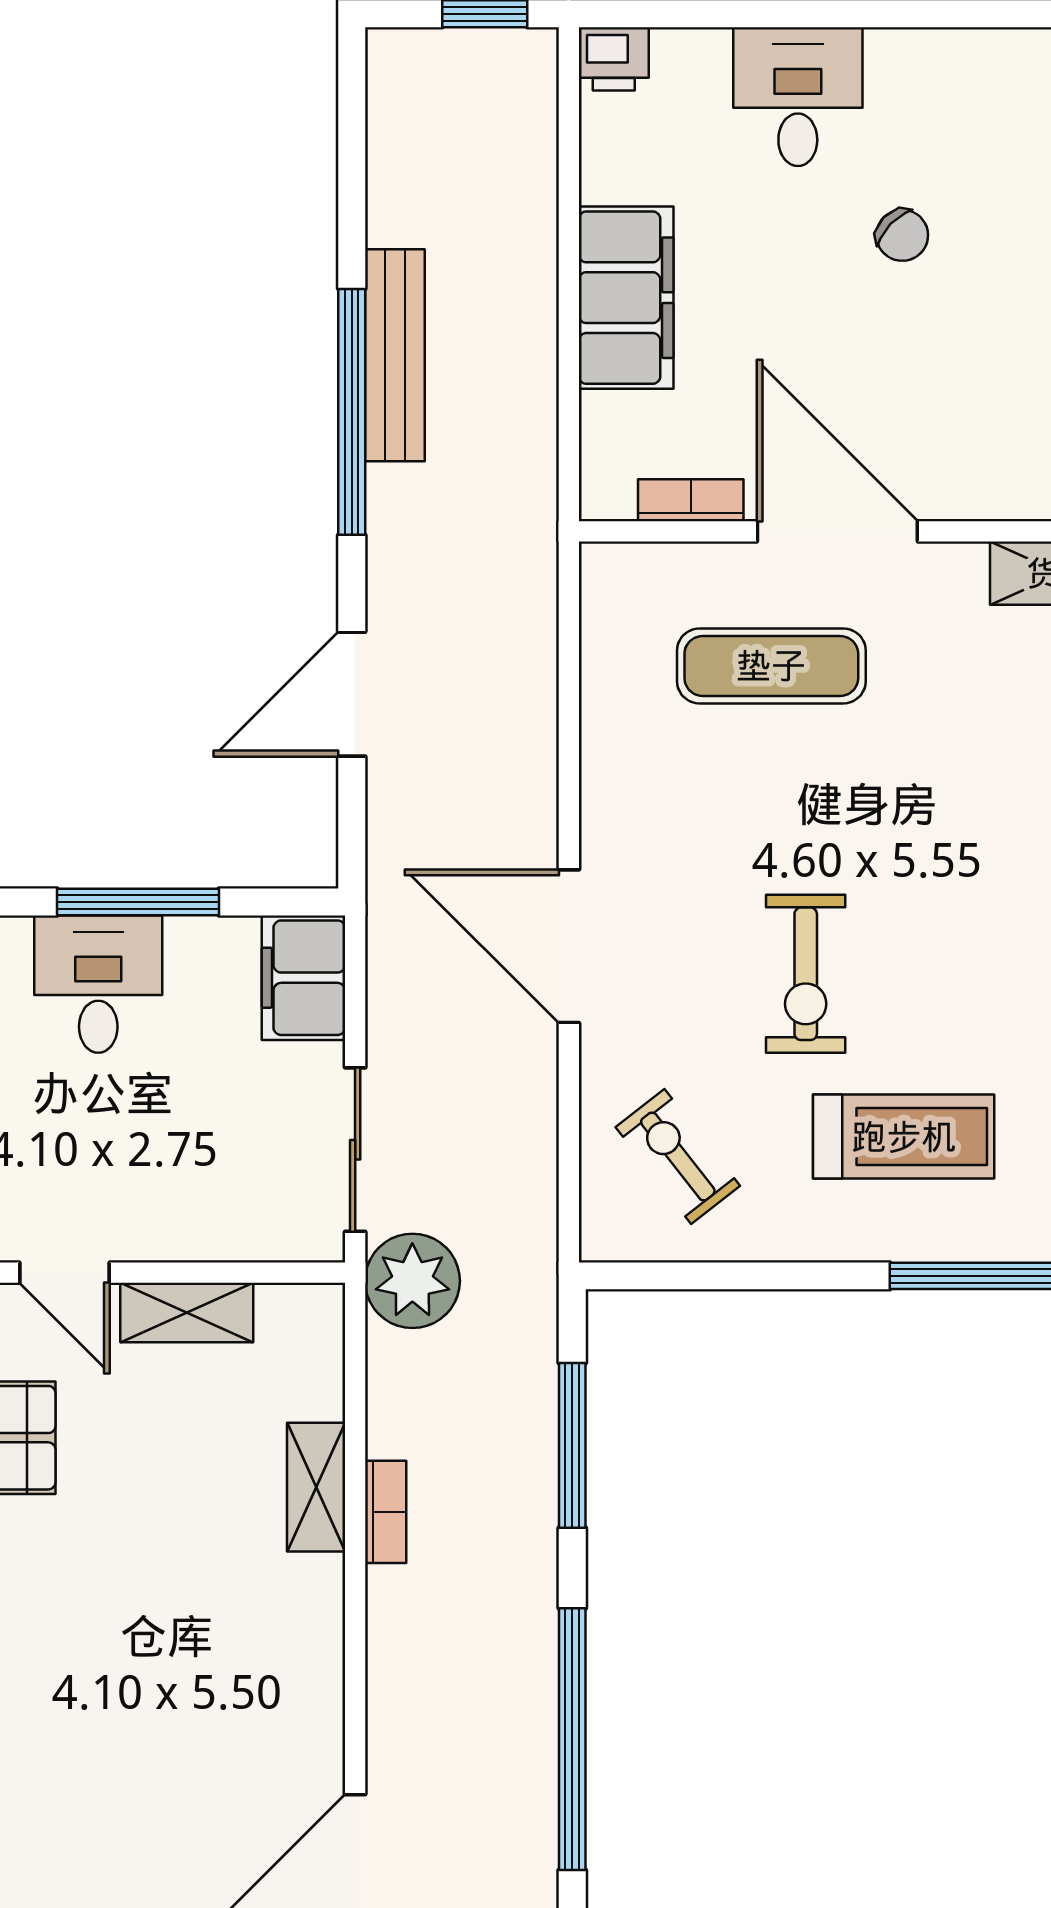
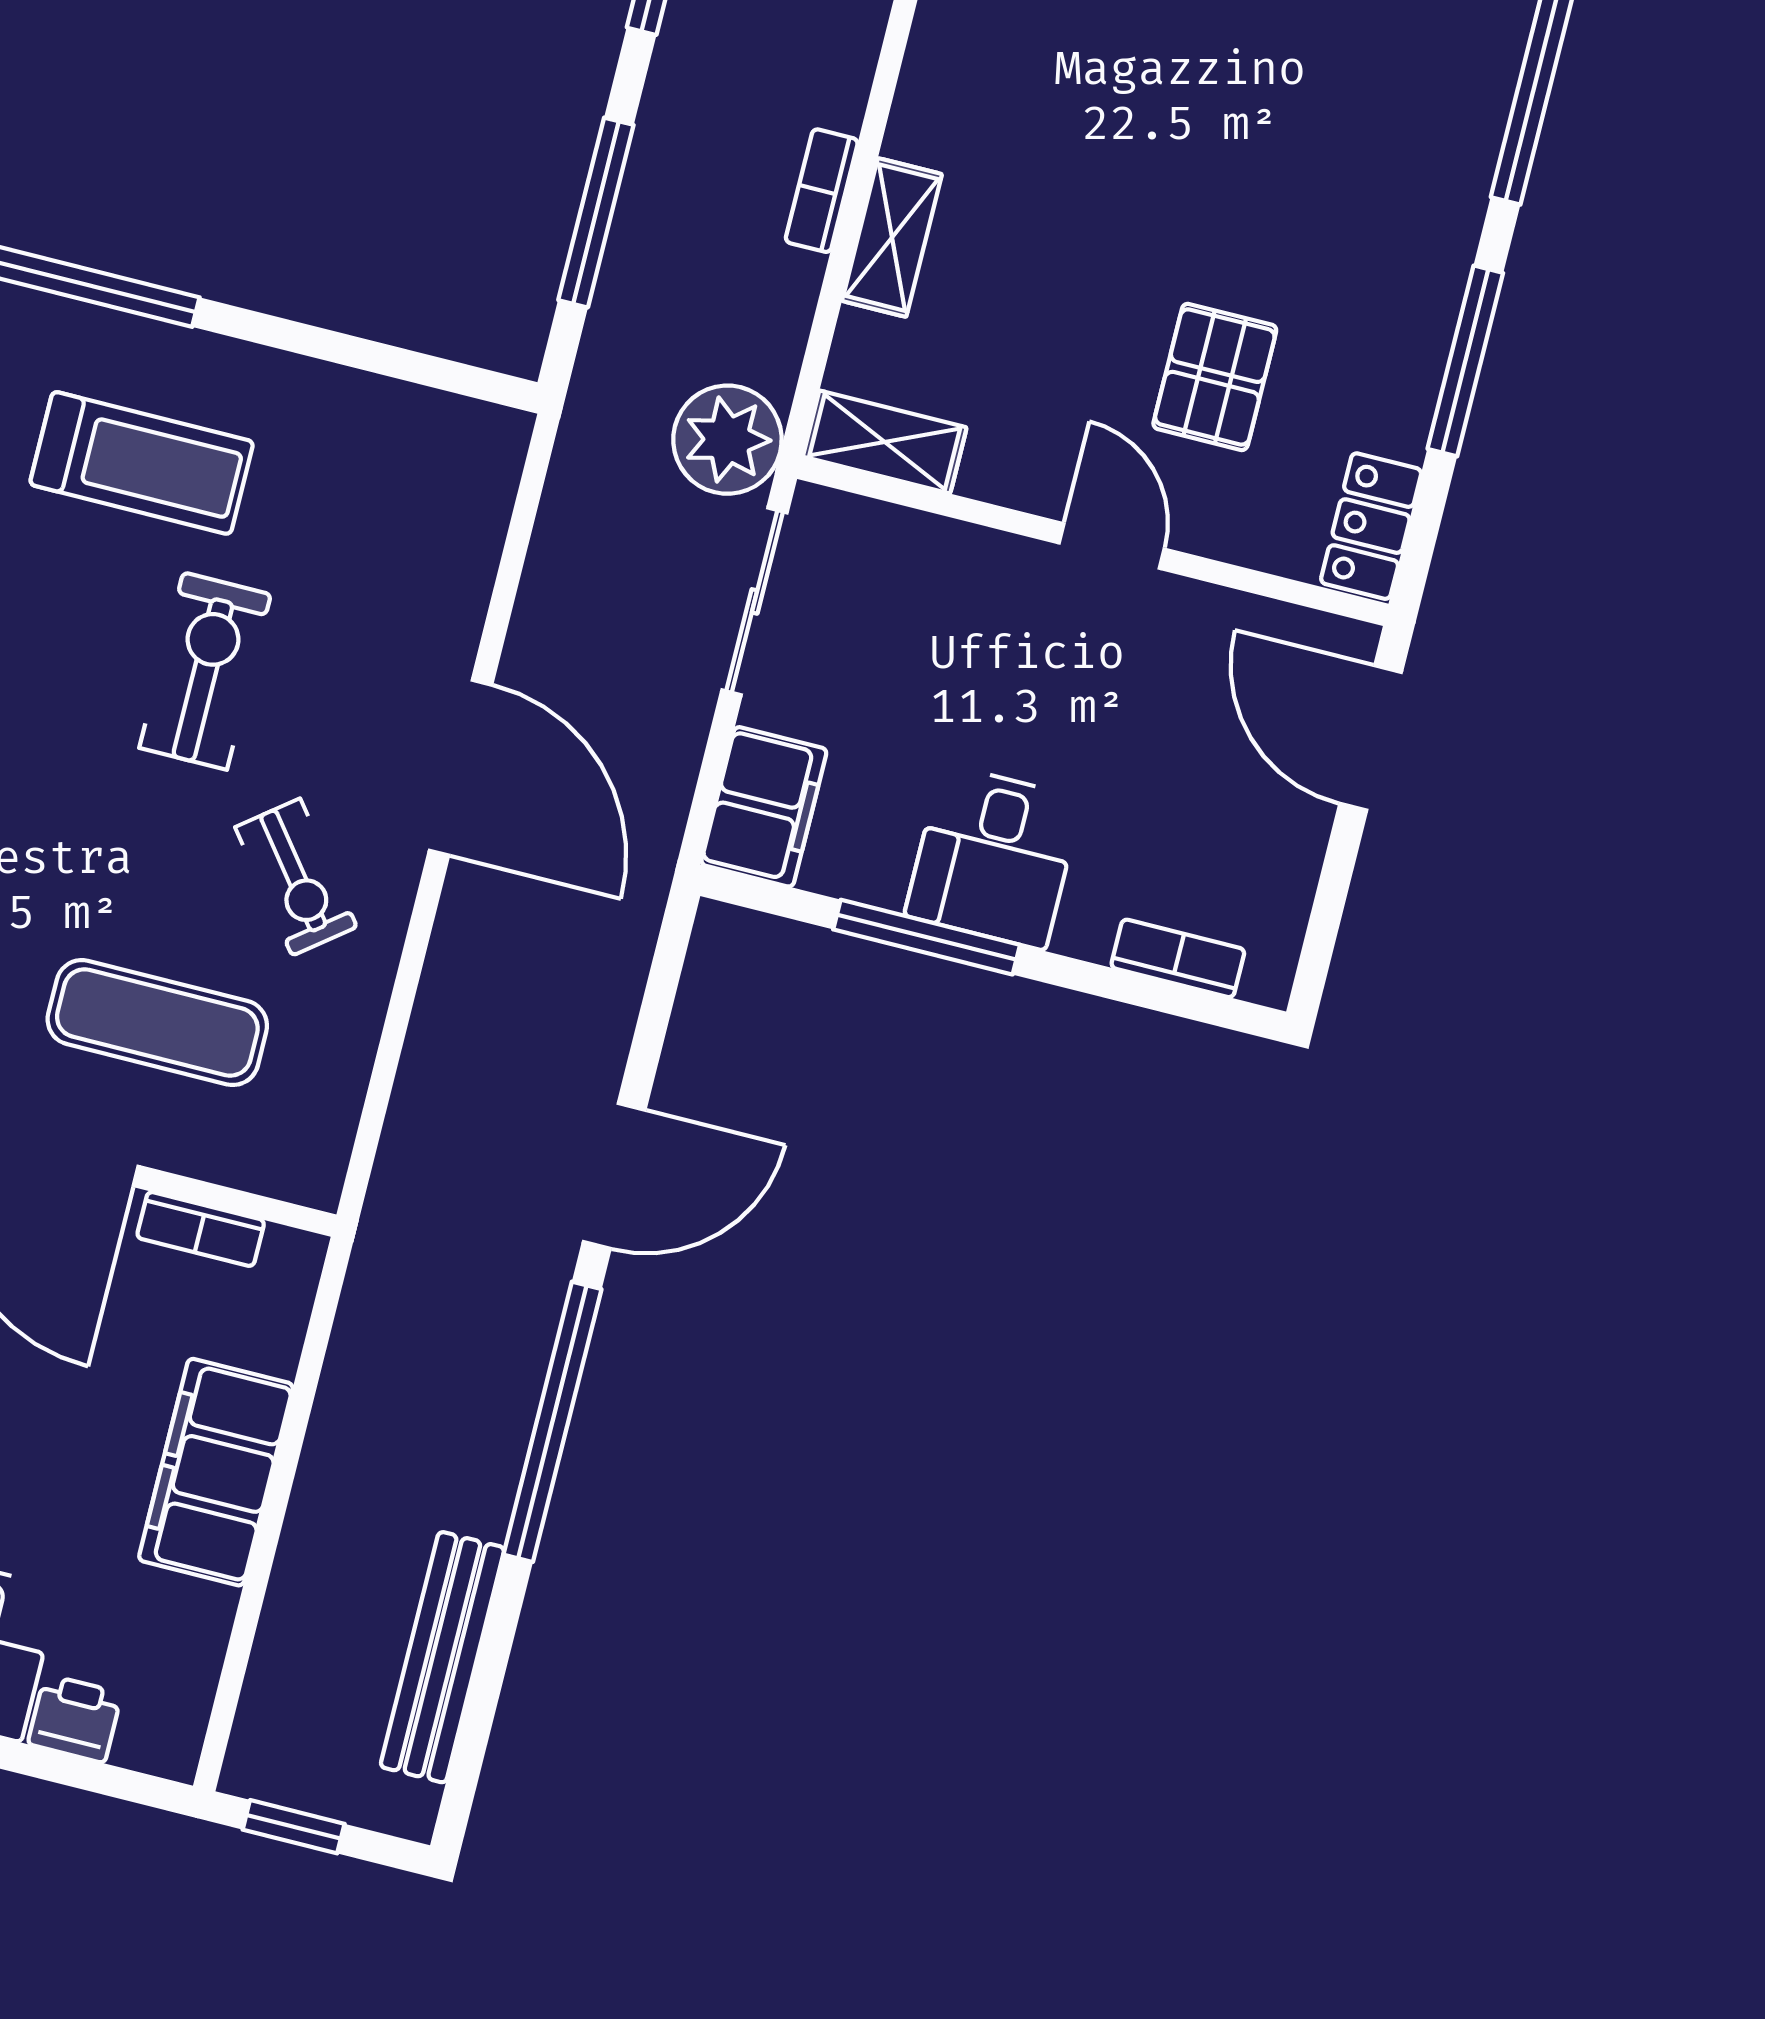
printer: (614, 59) -> (75, 1719), moved
bench: (395, 355) -> (442, 1657), moved
door: (352, 694) -> (614, 1176), moved
treadmill: (904, 1137) -> (142, 463), turned 180
exercise bike: (678, 1157) -> (296, 877), moved
shelving: (187, 1312) -> (885, 442), moved

